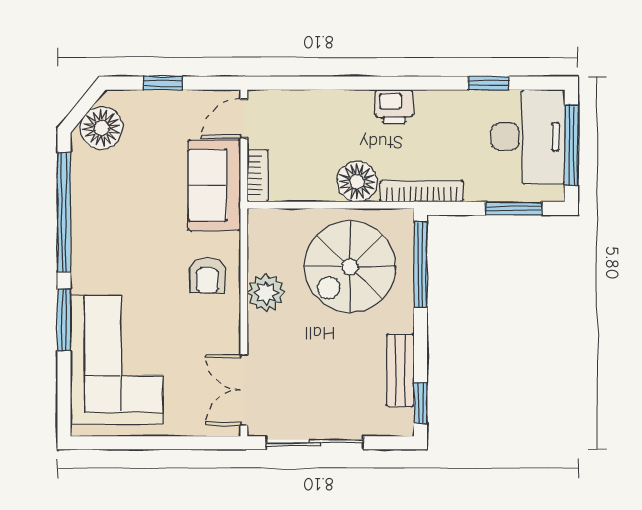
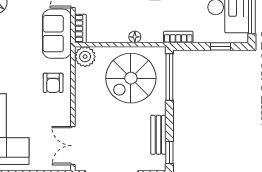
floor lamp: (357, 182) -> (135, 37), width x0.53, depth x0.53
bookcase: (422, 191) -> (178, 37), width x0.64
window: (514, 208) -> (220, 46), width x0.67
plant: (266, 293) -> (85, 57), moved

